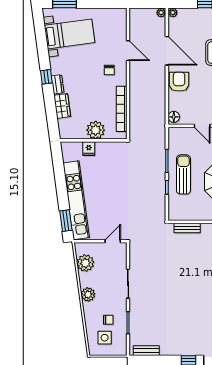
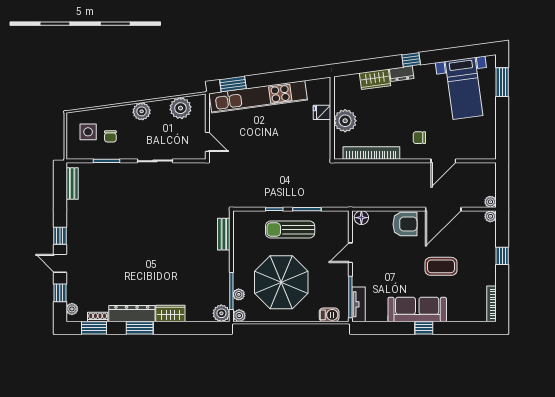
sun lounger: (183, 174) -> (290, 230), turned 180

